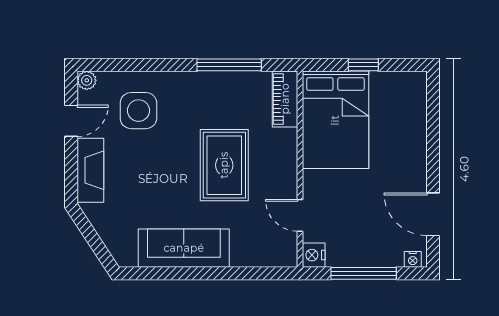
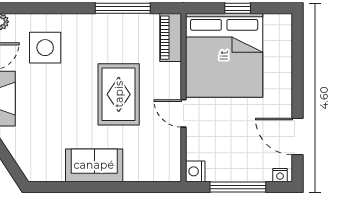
bed: (335, 120) -> (224, 55), width x1.36
door: (300, 215) -> (183, 113), moved
sofa: (184, 248) -> (94, 165), width x0.73

